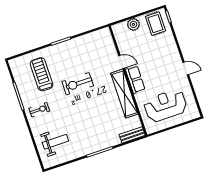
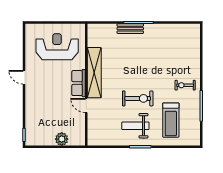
rug: (155, 24) -> (39, 132), removed
reception desk: (165, 106) -> (57, 47), turned 180
bench: (132, 135) -> (130, 29), moved
weight bench: (55, 142) -> (135, 126), moved

